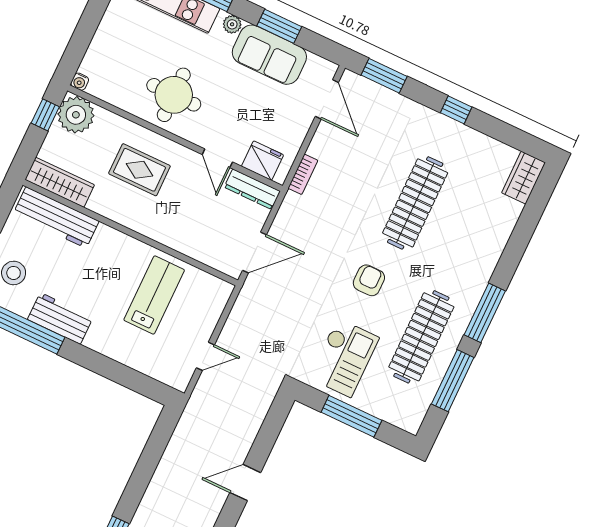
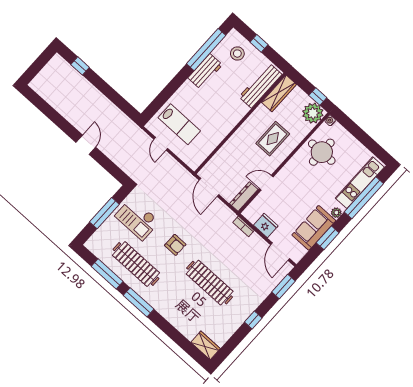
round table: (174, 95) -> (322, 152), moved
door: (327, 99) -> (280, 252), hinge flipped
fridge: (262, 161) -> (266, 226), moved, turned -90
lab bench: (154, 295) -> (179, 124), moved

